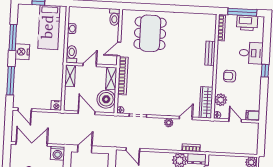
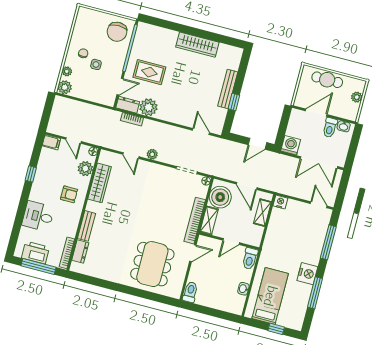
dresser: (211, 31) -> (80, 252), added
window: (265, 71) -> (31, 174), moved
shelving: (70, 76) -> (262, 213), moved
wardrobe: (206, 102) -> (100, 183), moved
door: (186, 118) -> (131, 156), hinge flipped

